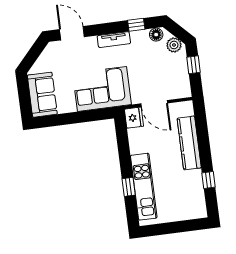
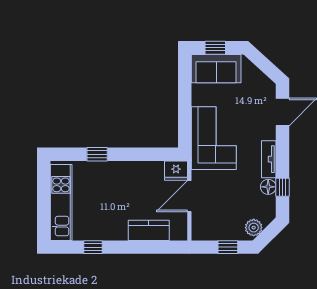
floor lamp: (156, 35) -> (268, 187), moved
window: (25, 98) -> (215, 48), added
kitchen counter: (189, 143) -> (149, 230), width x0.67
kitchen unit: (144, 187) -> (61, 202), moved, turned -90

